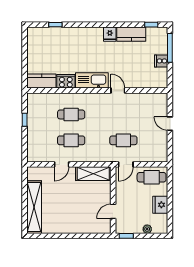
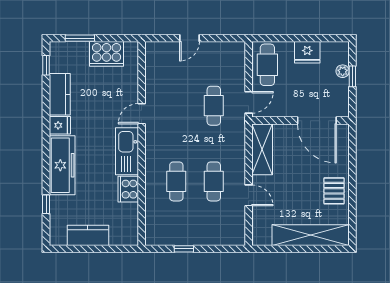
freezer: (82, 36) -> (62, 165), added
window: (170, 48) -> (80, 38), width x0.69
cooker: (161, 61) -> (107, 54), width x1.87, depth x1.31
kitchen counter: (42, 81) -> (88, 235), moved, turned 90
door: (126, 164) -> (249, 102), hinge flipped
door: (113, 211) -> (317, 121), width x1.87
pallet: (65, 223) -> (334, 191), added
window: (126, 236) -> (352, 76), moved

